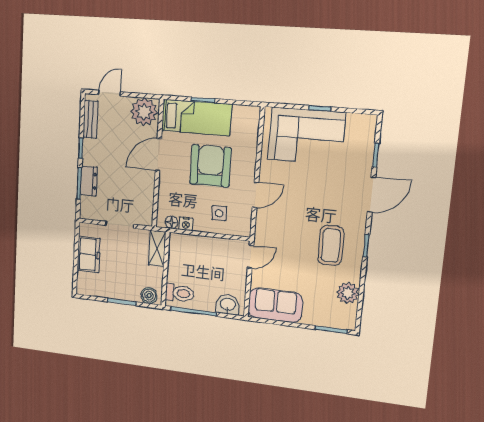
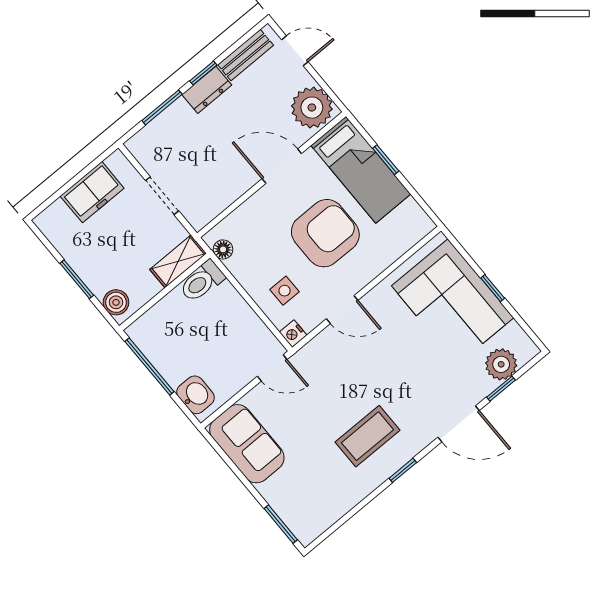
dresser: (89, 181) -> (207, 90), moved
nightstand: (186, 224) -> (293, 334), moved
toilet: (180, 293) -> (202, 281), moved, turned 90
plant: (348, 293) -> (501, 364), moved

